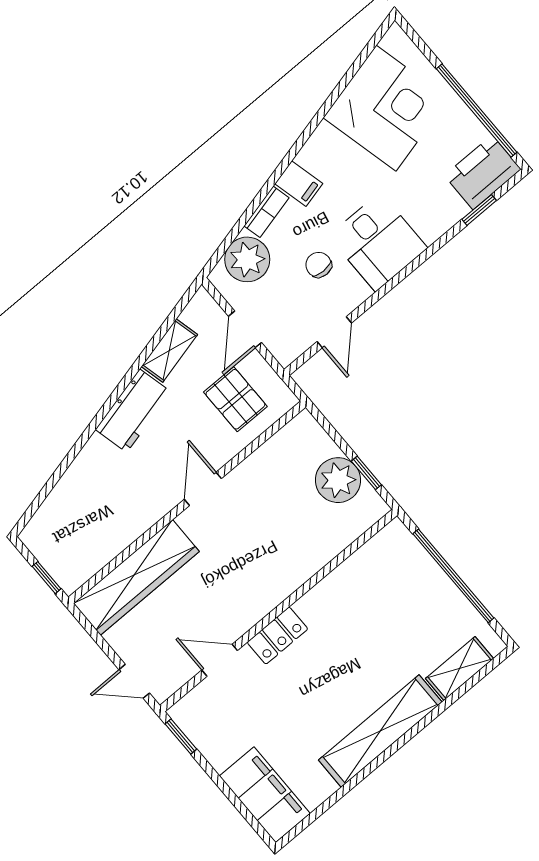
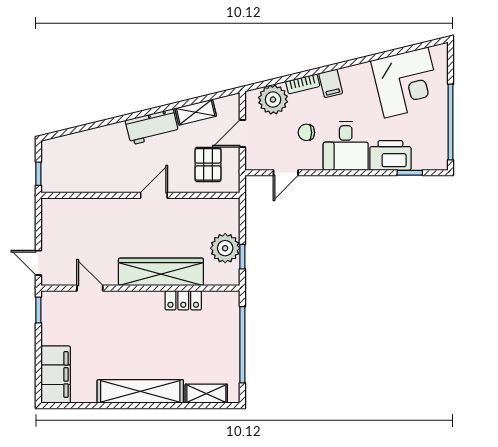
printer: (483, 172) -> (390, 155), moved
chair: (319, 265) -> (306, 132), turned -90
wardrobe: (136, 577) -> (161, 272), moved, turned 180
locker: (277, 636) -> (183, 300), moved

